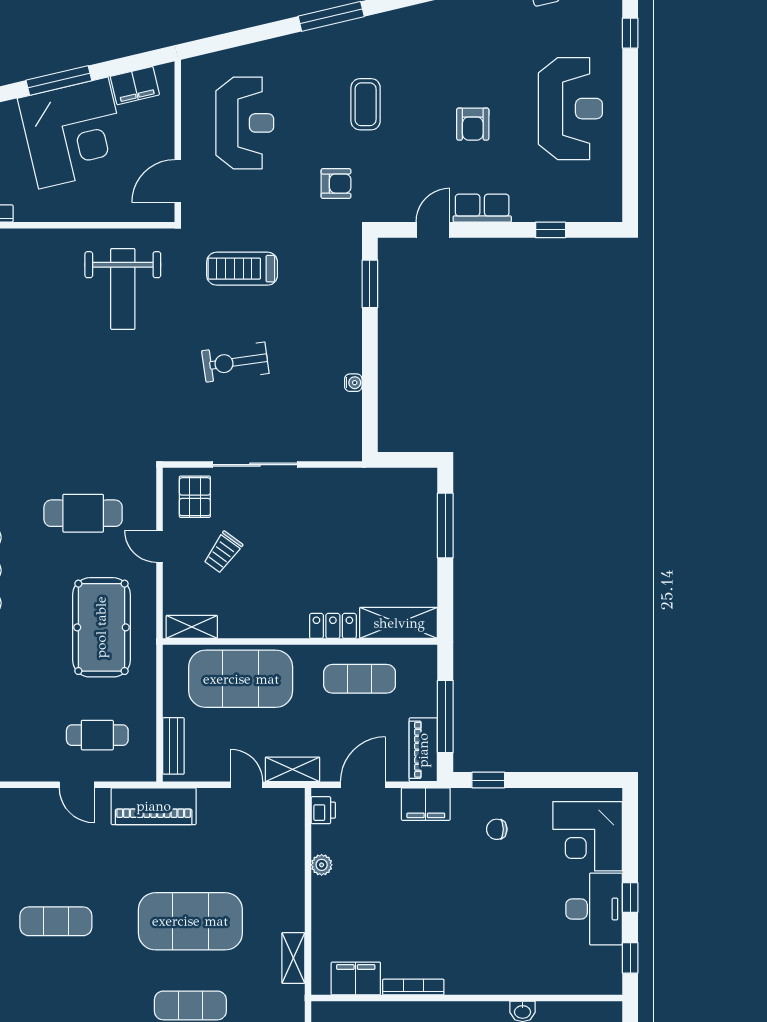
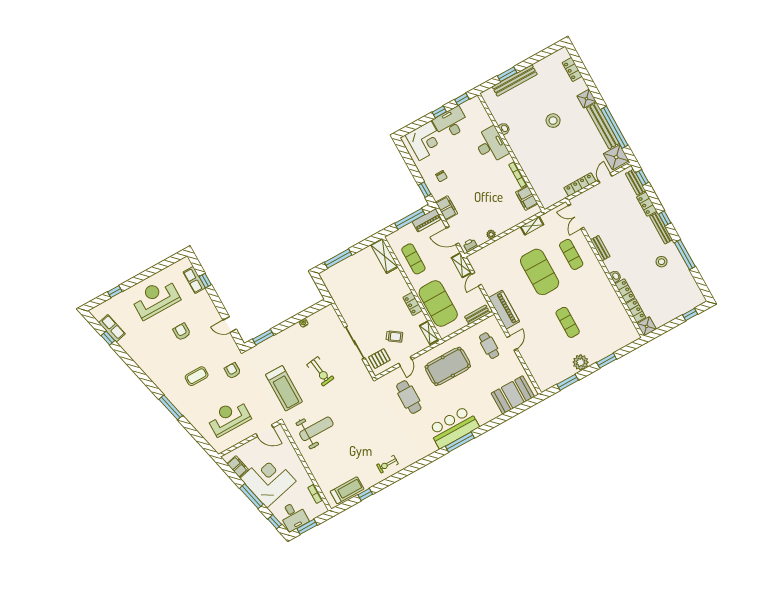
armchair: (473, 124) -> (182, 332), turned -90
row of seats: (482, 208) -> (194, 280), moved
treadmill: (242, 269) -> (284, 388), width x1.37, depth x1.38
locker: (333, 626) -> (412, 304), moved
desk: (504, 965) -> (491, 145), added

